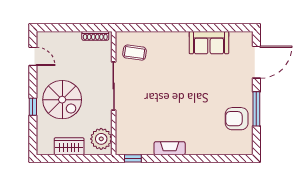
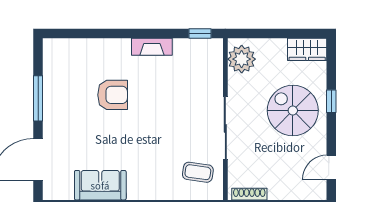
door: (33, 56) -> (331, 167), hinge flipped
armchair: (237, 119) -> (113, 95), moved
wardrobe: (69, 146) -> (307, 49), moved

